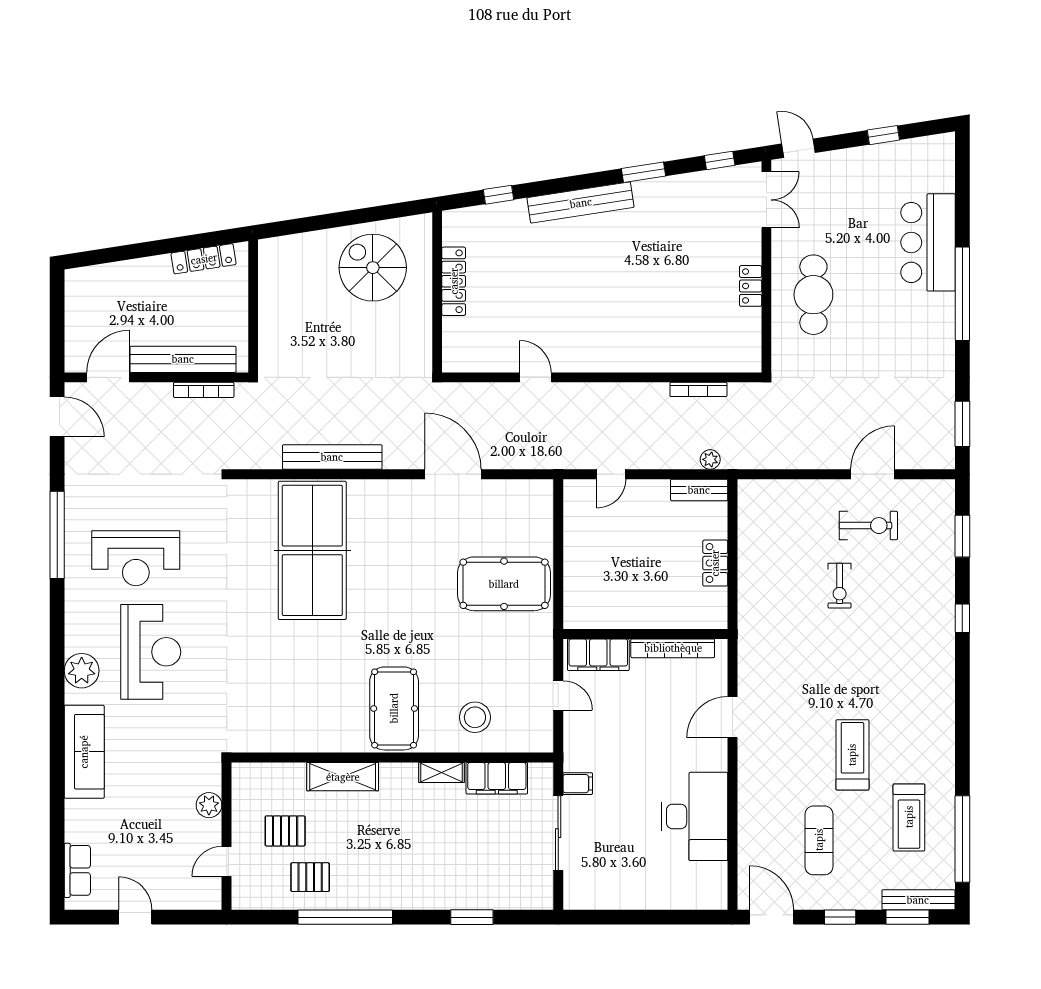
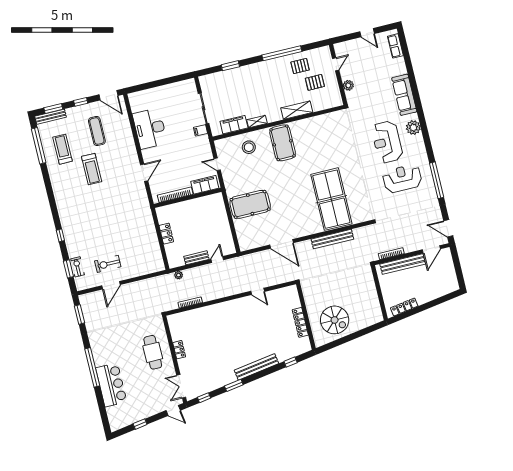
bench: (699, 490) -> (196, 258), moved
exercise bike: (840, 586) -> (77, 267), moved

